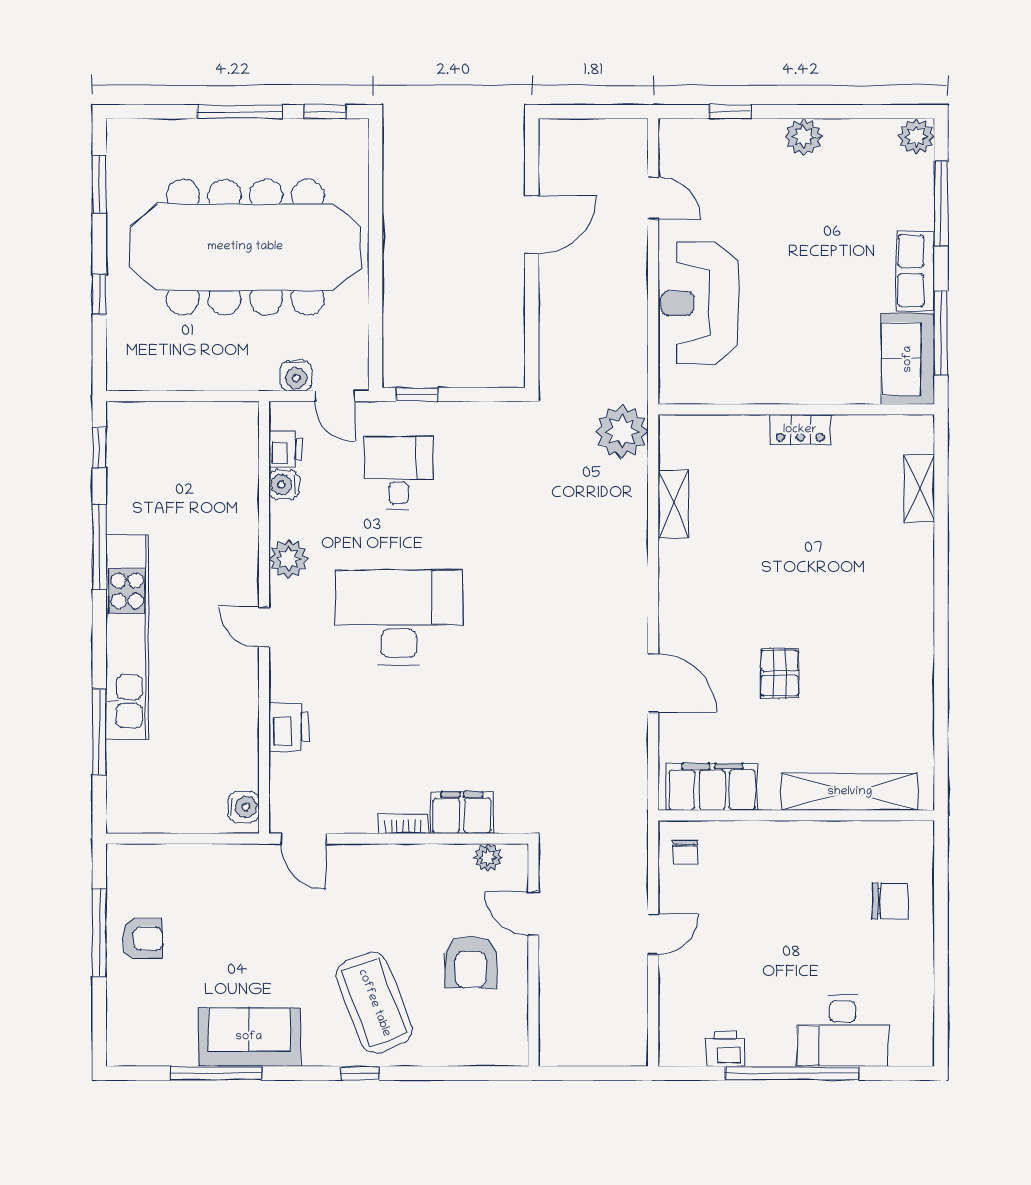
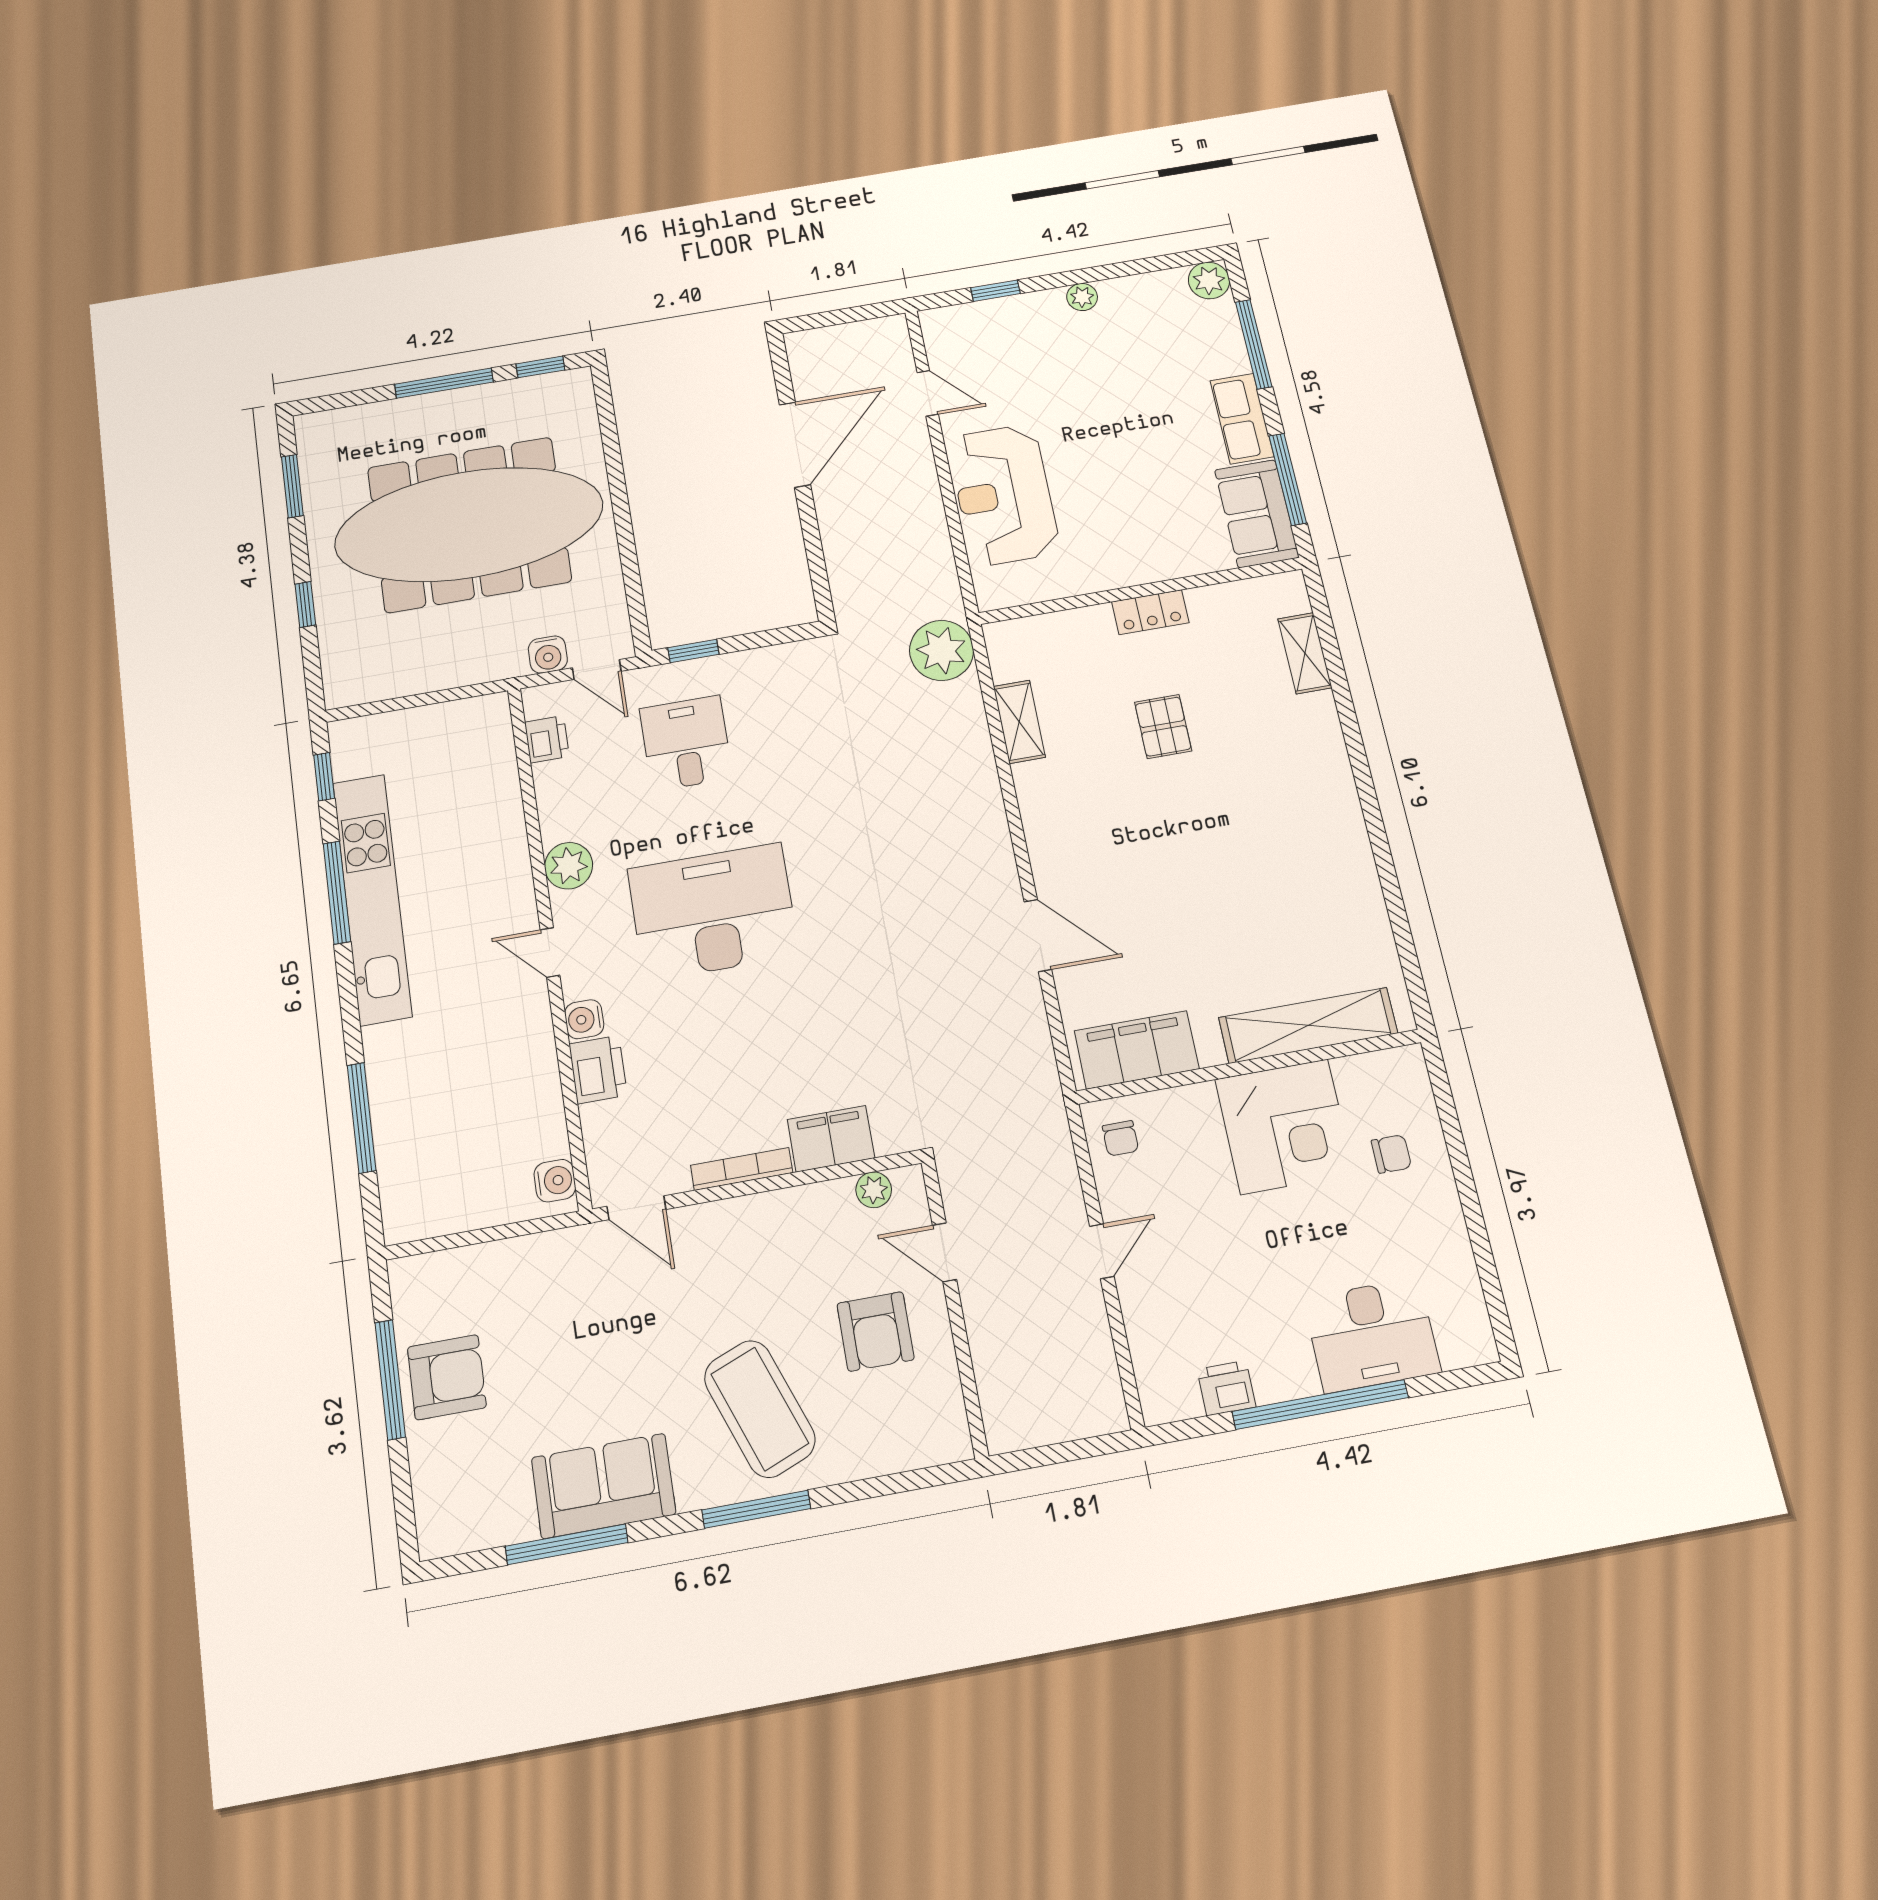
plant: (804, 137) -> (1082, 297), width x0.73, depth x0.73
door: (532, 225) -> (795, 445), width x1.36
water cooler: (284, 484) -> (584, 1019), moved
kitchen unit: (127, 638) -> (372, 898), moved
pallet: (780, 673) -> (1163, 727), moved
bookcase: (403, 824) -> (742, 1169), width x1.56
corner desk: (813, 866) -> (1284, 1126), added
chair: (890, 901) -> (1391, 1154), width x0.73, depth x0.73
armchair: (142, 939) -> (447, 1377), width x1.38, depth x1.38
window: (360, 1073) -> (756, 1509), width x2.17

